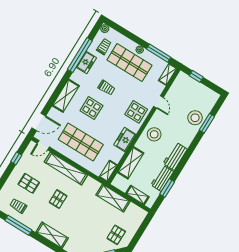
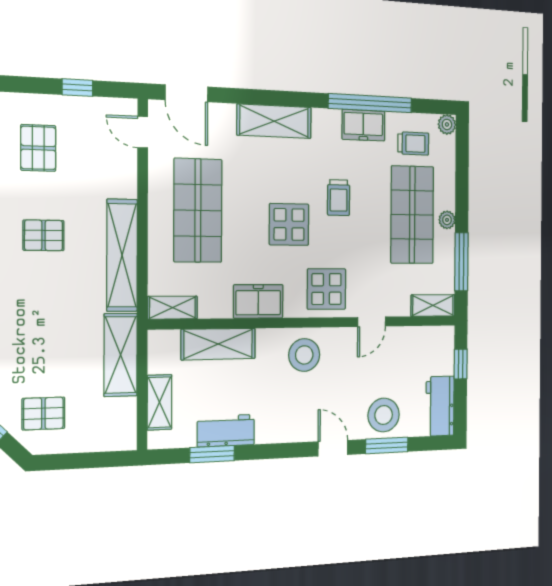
display table: (91, 108) -> (289, 224), moved
door: (194, 144) -> (333, 448), added
workbench: (175, 156) -> (440, 406), moved, turned -90
shelving: (66, 169) -> (122, 255), moved

